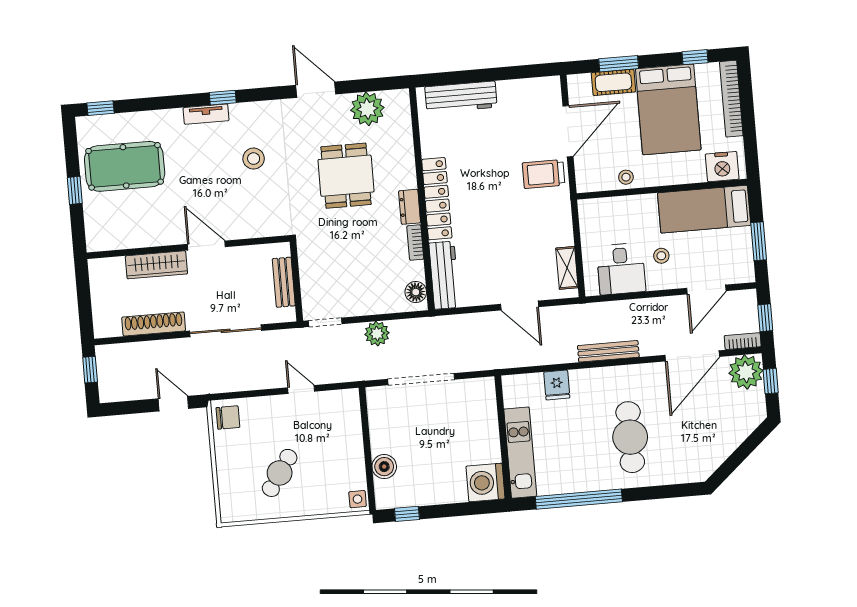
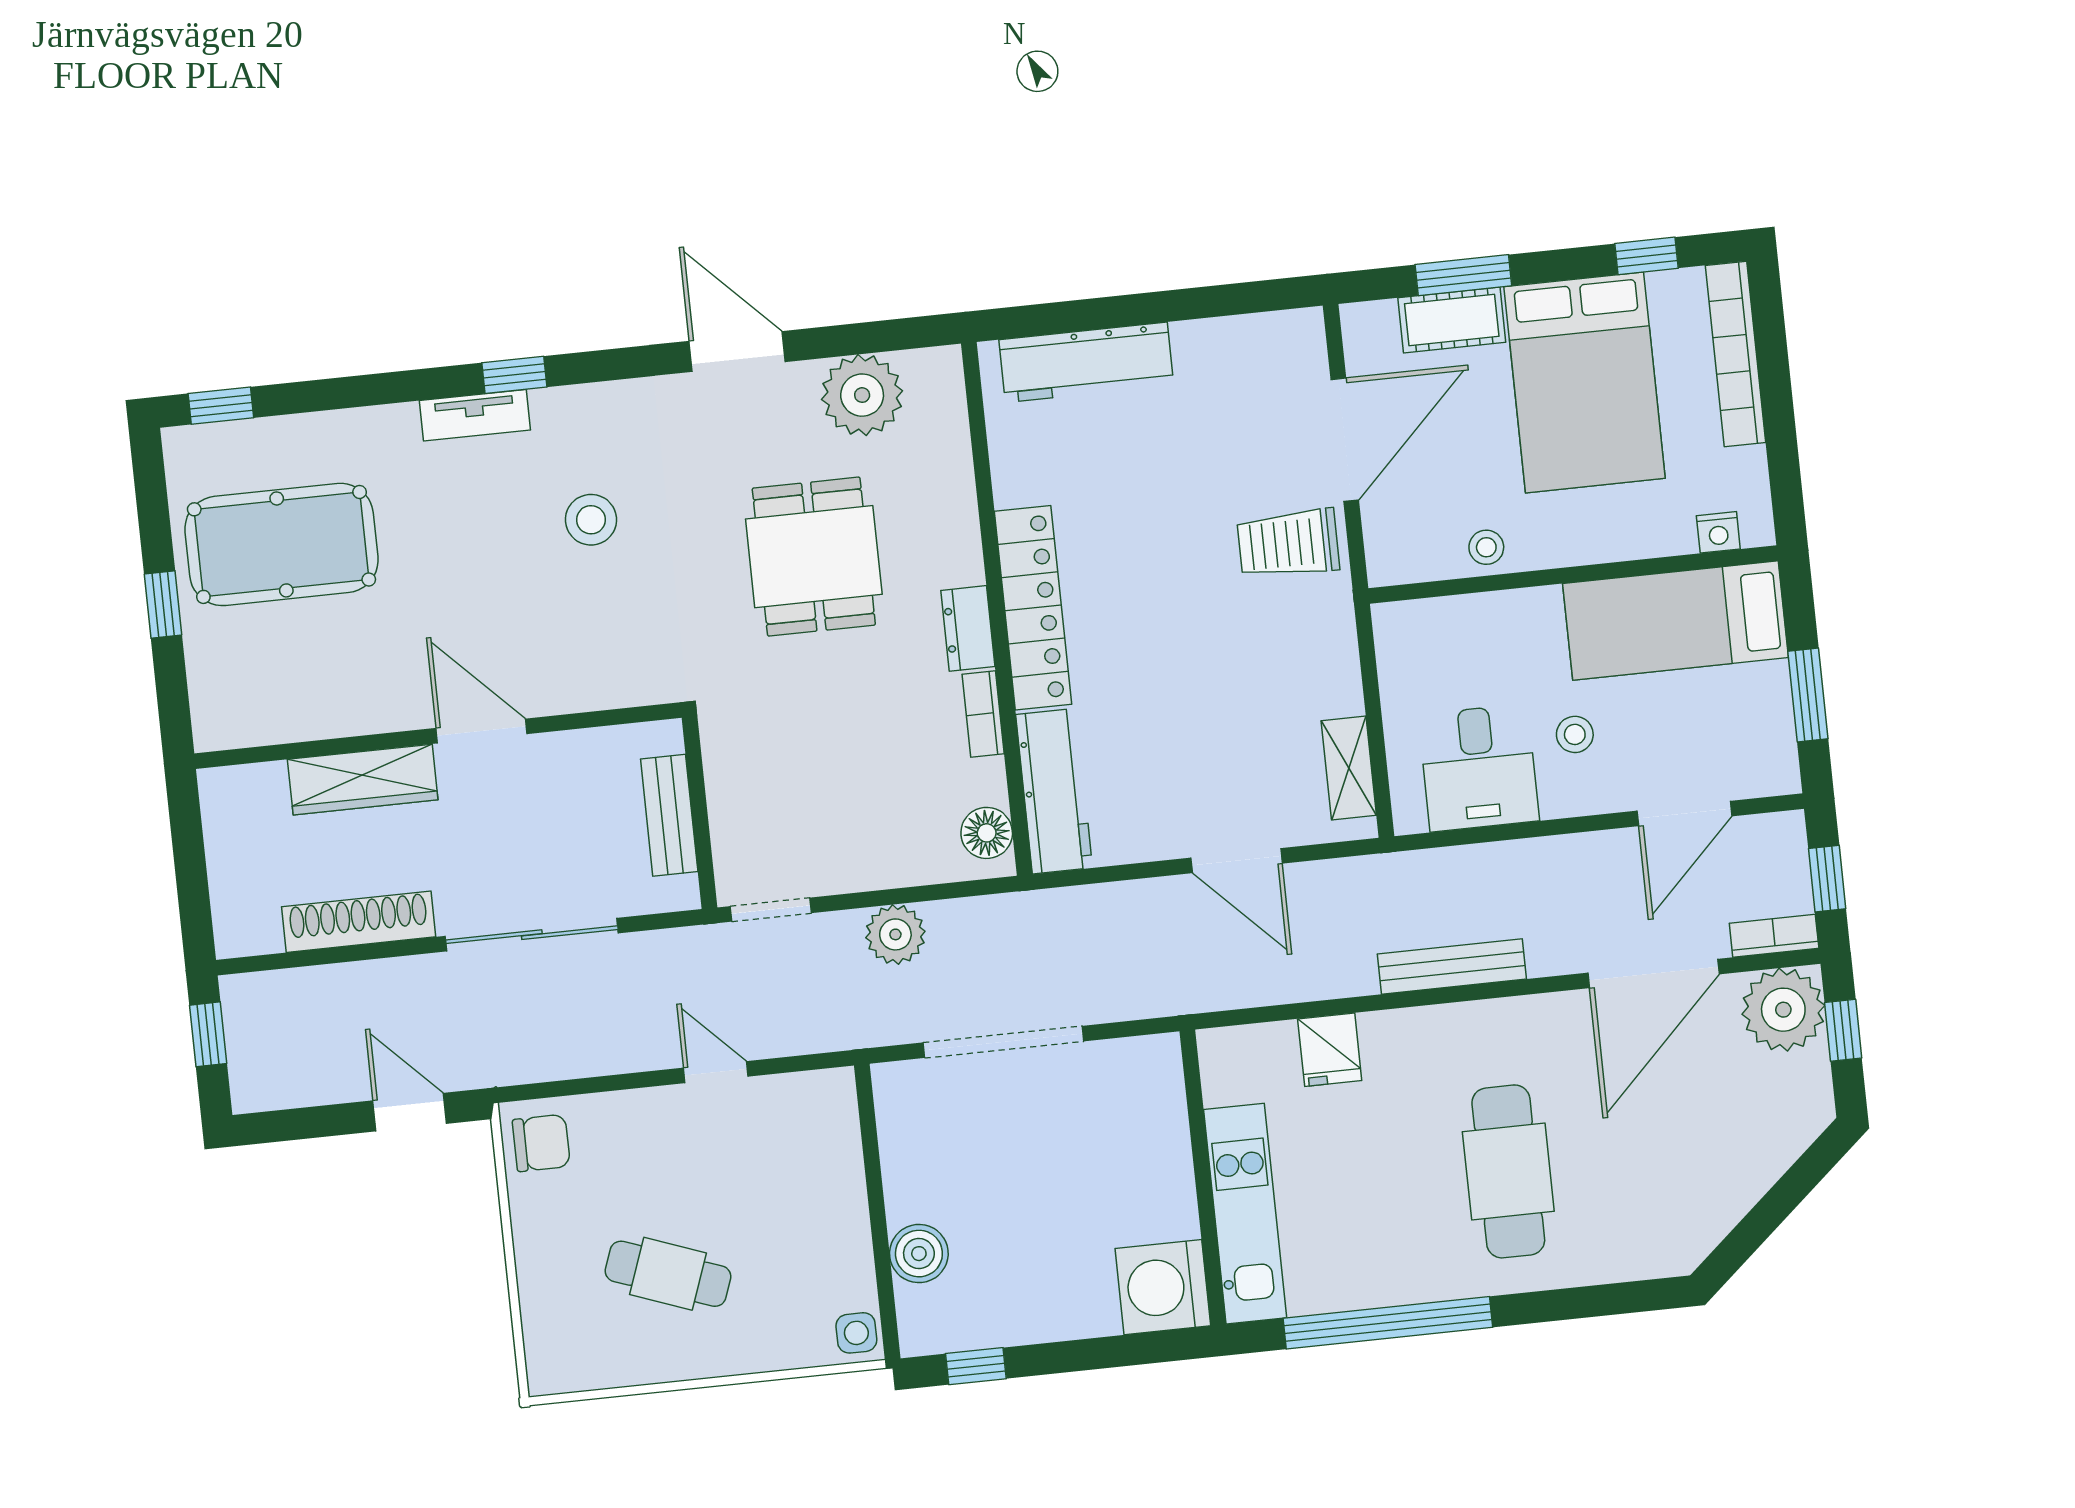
nightstand: (722, 167) -> (1718, 532), width x0.53, depth x0.56
cafe table: (280, 473) -> (668, 1274), turned 76

